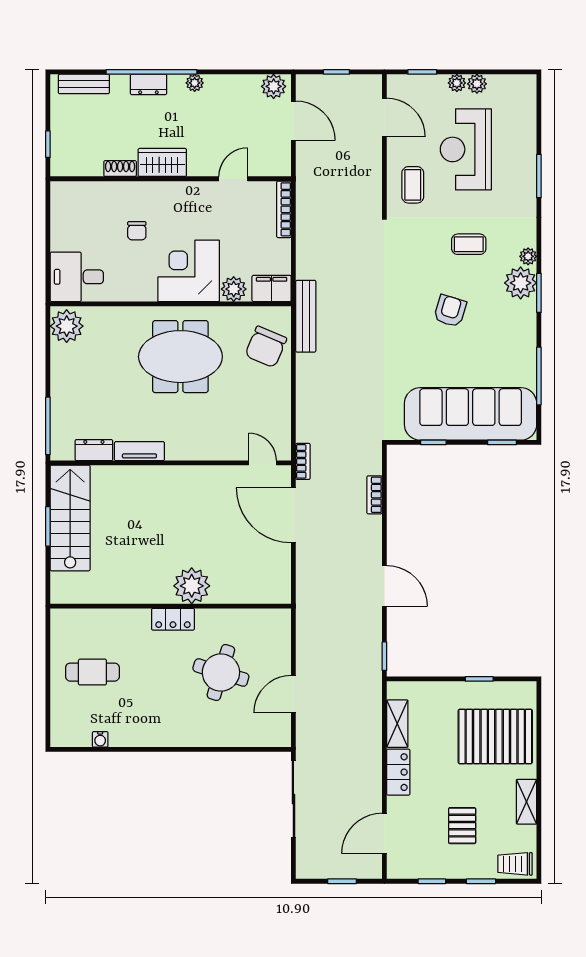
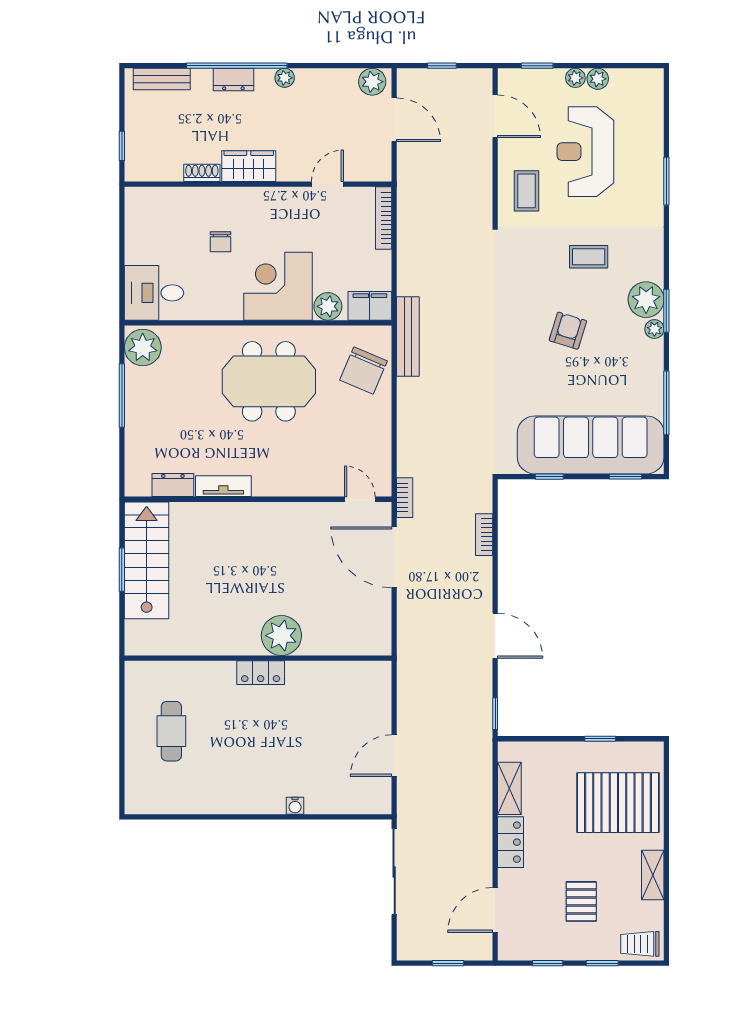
plant: (528, 256) -> (654, 329), moved
window: (48, 426) -> (122, 395), moved
cafe table: (92, 672) -> (171, 731), turned 90
round table: (221, 673) -> (314, 732), removed
water cooler: (100, 739) -> (295, 806), moved

